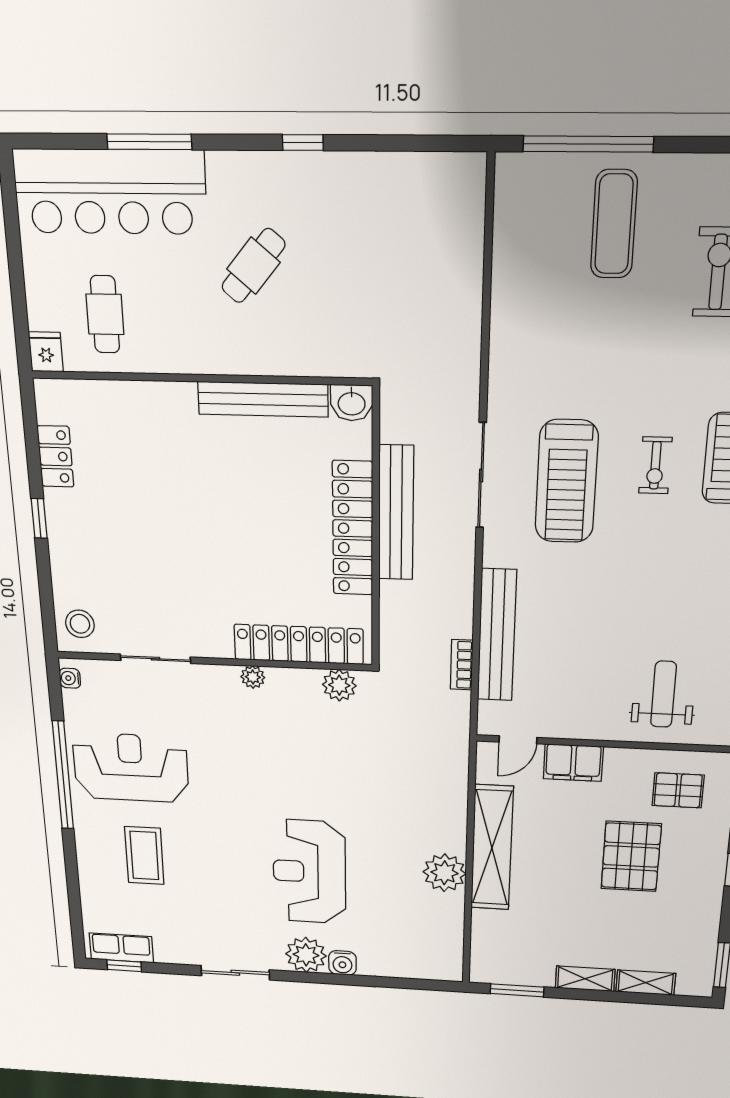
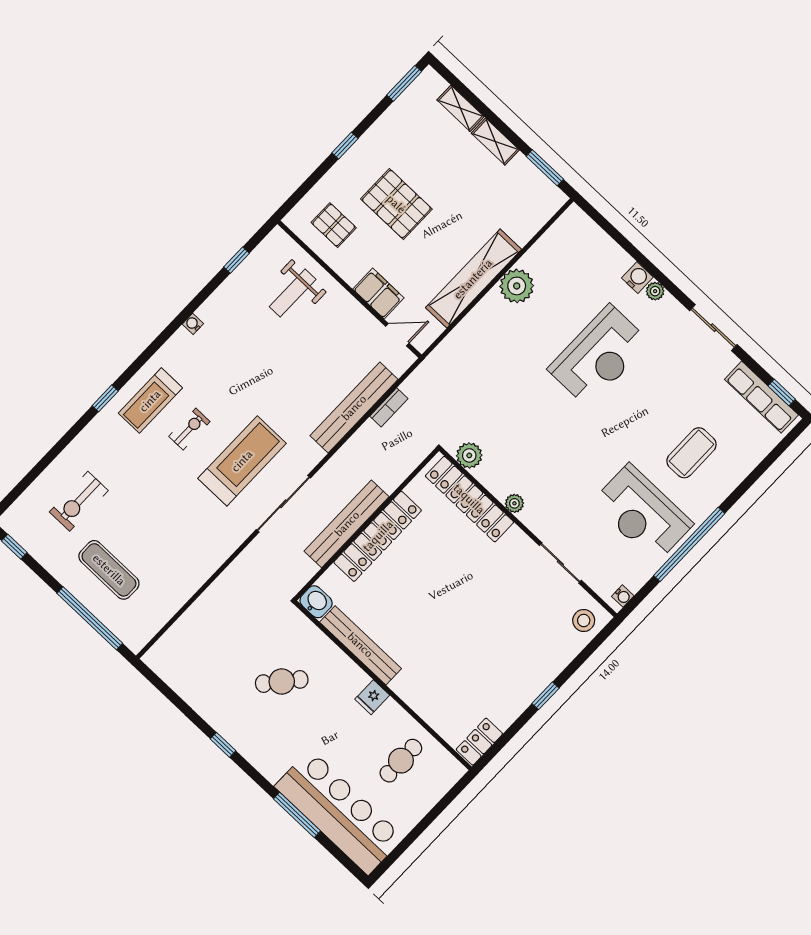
exercise mat: (614, 224) -> (109, 570), turned 90
cafe table: (253, 266) -> (282, 682), moved
fridge: (46, 352) -> (372, 697), moved
locker: (55, 456) -> (479, 742), moved
pallet: (631, 856) -> (396, 204), turned 90
row of seats: (121, 948) -> (761, 397), width x1.48
plant: (306, 955) -> (655, 291), width x0.53, depth x0.53

